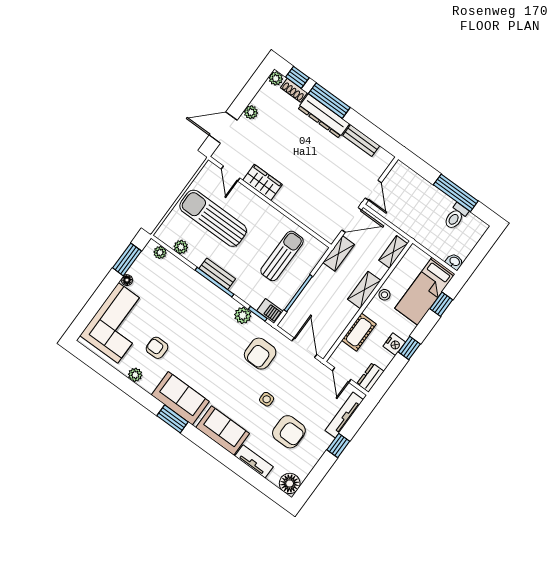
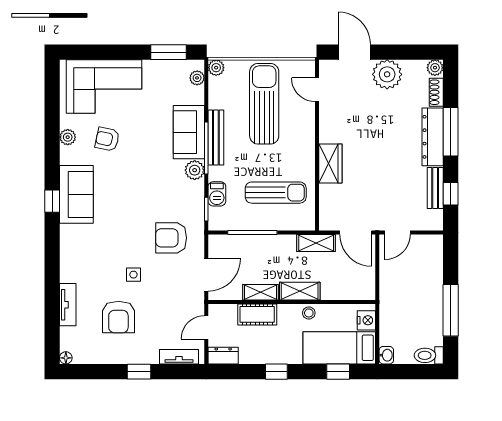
window: (297, 77) -> (451, 194), moved
plant: (251, 112) -> (387, 74), width x1.87, depth x1.87
door: (231, 174) -> (317, 90), hinge flipped
wardrobe: (263, 182) -> (330, 164), moved
toilet: (456, 217) -> (429, 355), moved
plant: (181, 247) -> (216, 68), moved
shelving: (393, 252) -> (261, 292), moved
bench: (217, 274) -> (216, 137), width x1.36
floor lamp: (127, 280) -> (149, 66), removed
barbecue: (270, 311) -> (217, 194), moved
plant: (243, 315) -> (195, 170), moved
nightstand: (394, 344) -> (366, 320), moved, turned -90
armchair: (157, 348) -> (107, 139), turned -78
tv unit: (344, 415) -> (179, 357), width x0.71
window: (172, 419) -> (52, 201), width x0.67
sofa: (223, 430) -> (189, 132), moved, turned 180
floor lamp: (290, 483) -> (66, 358), width x0.53, depth x0.53

